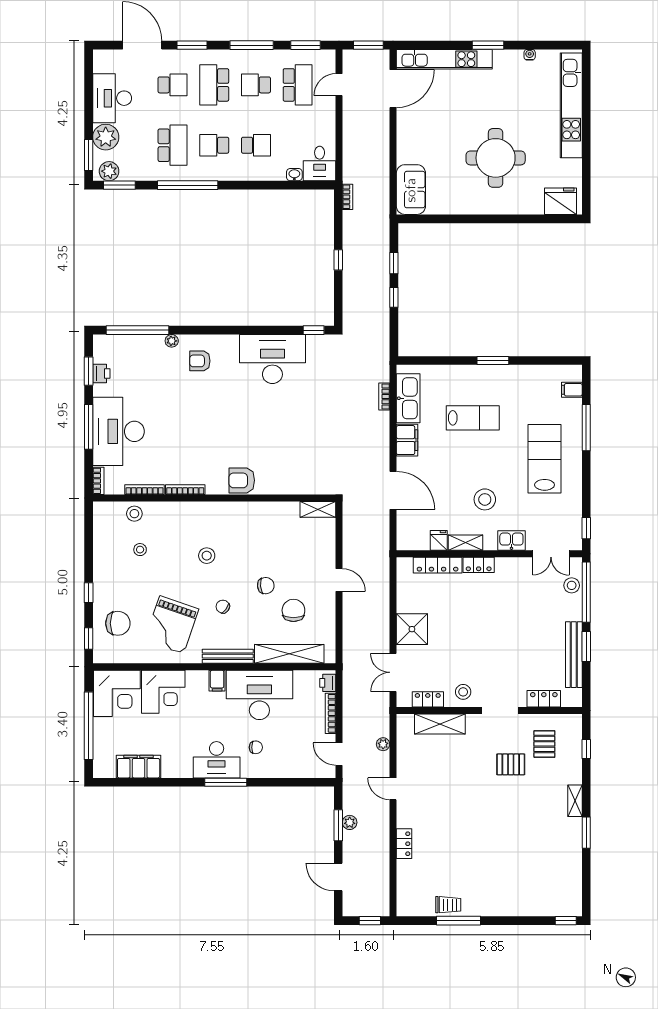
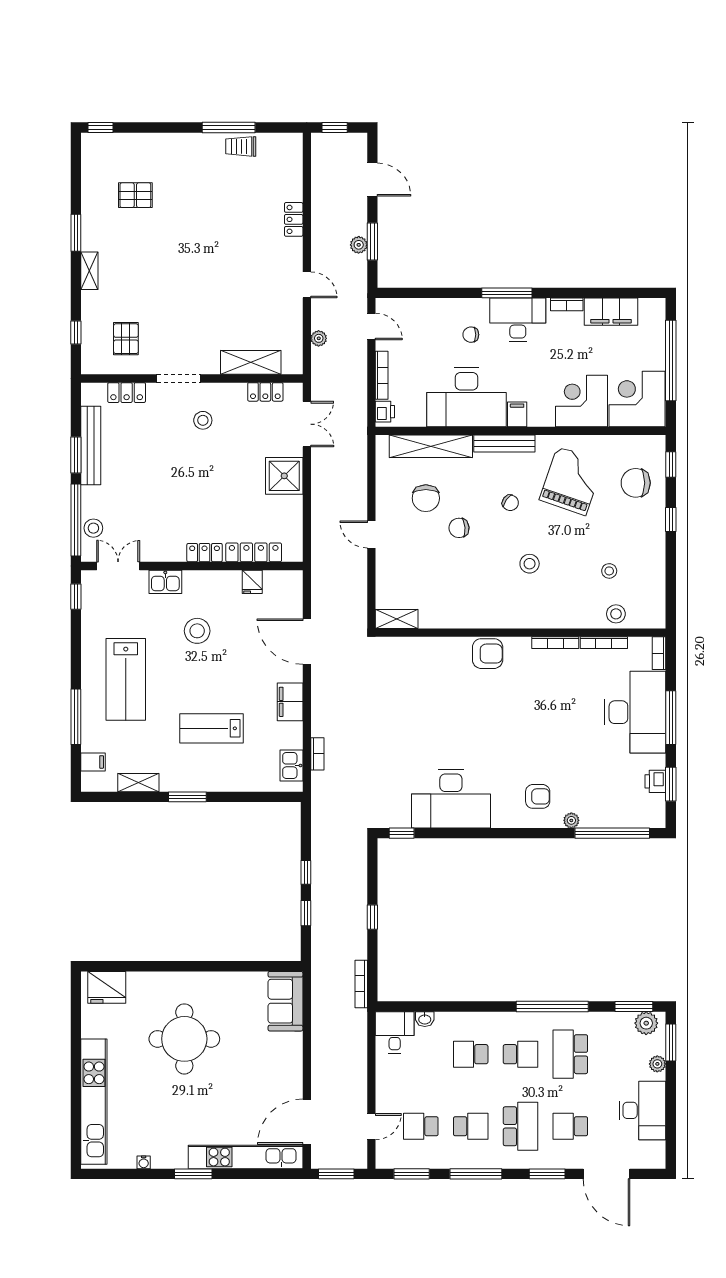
school desk: (298, 85) -> (421, 1126), width x0.54
plant: (106, 137) -> (657, 1064), width x0.53, depth x0.53
bookcase: (348, 197) -> (361, 984), width x1.56
kitchen sink: (408, 398) -> (291, 765), width x0.53, depth x0.81
shelving: (466, 543) -> (138, 783), moved
stool: (463, 692) -> (203, 420), moved
pallet: (511, 764) -> (135, 195), moved
bookcase: (176, 773) -> (567, 304), added

